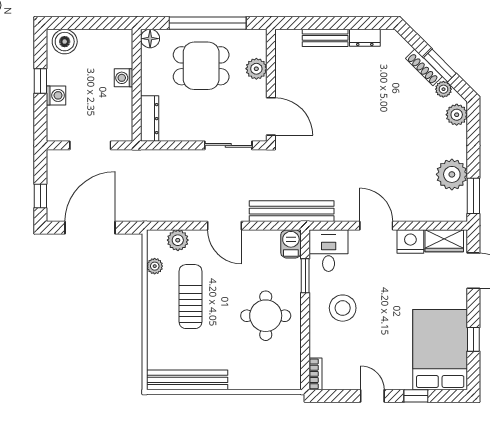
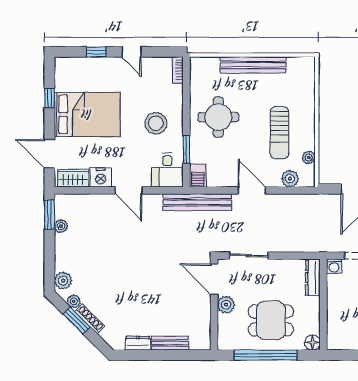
plant: (256, 69) -> (226, 305), moved
washing machine: (124, 78) -> (334, 266), moved, turned 90
plant: (452, 174) -> (61, 226), width x0.53, depth x0.53
bed: (440, 350) -> (87, 114), moved, turned -90
bench: (187, 380) -> (253, 65), moved

